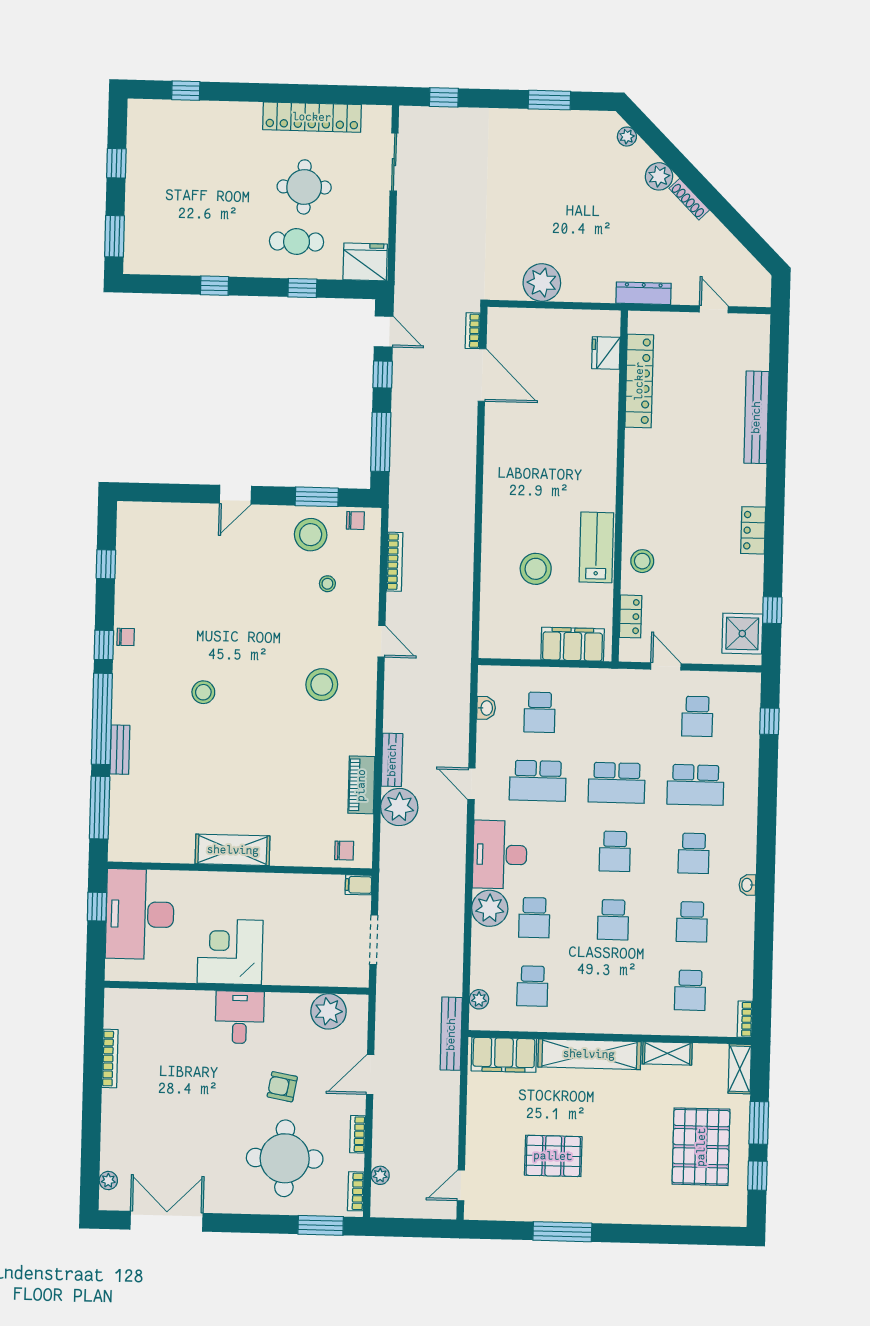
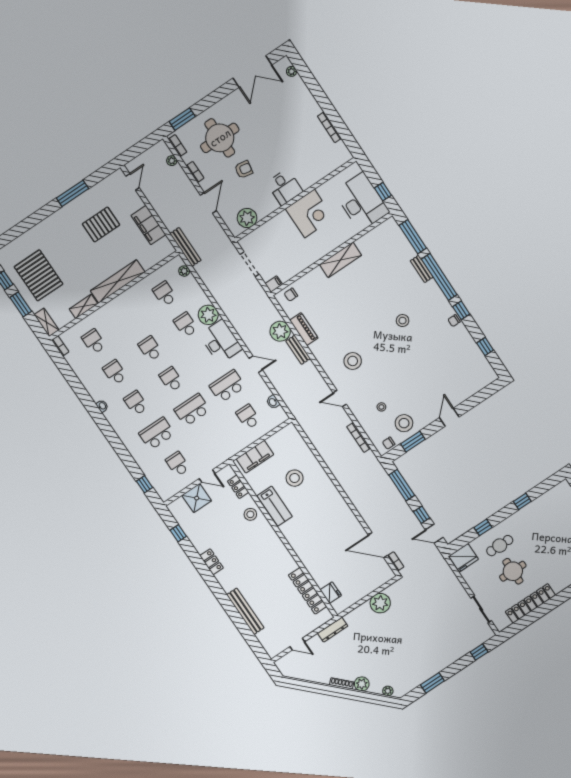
shower: (742, 634) -> (197, 498), moved
filing cabinet: (504, 1055) -> (148, 225), moved, turned -90

